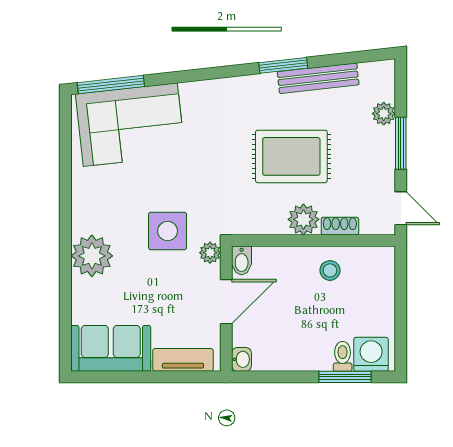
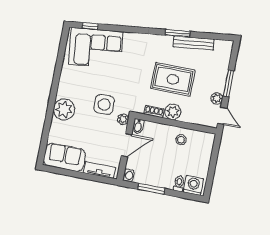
window: (111, 85) -> (90, 26), width x0.46
plant: (384, 114) -> (217, 98), moved
shoe rack: (340, 226) -> (154, 112), moved
window: (345, 377) -> (151, 189), moved

